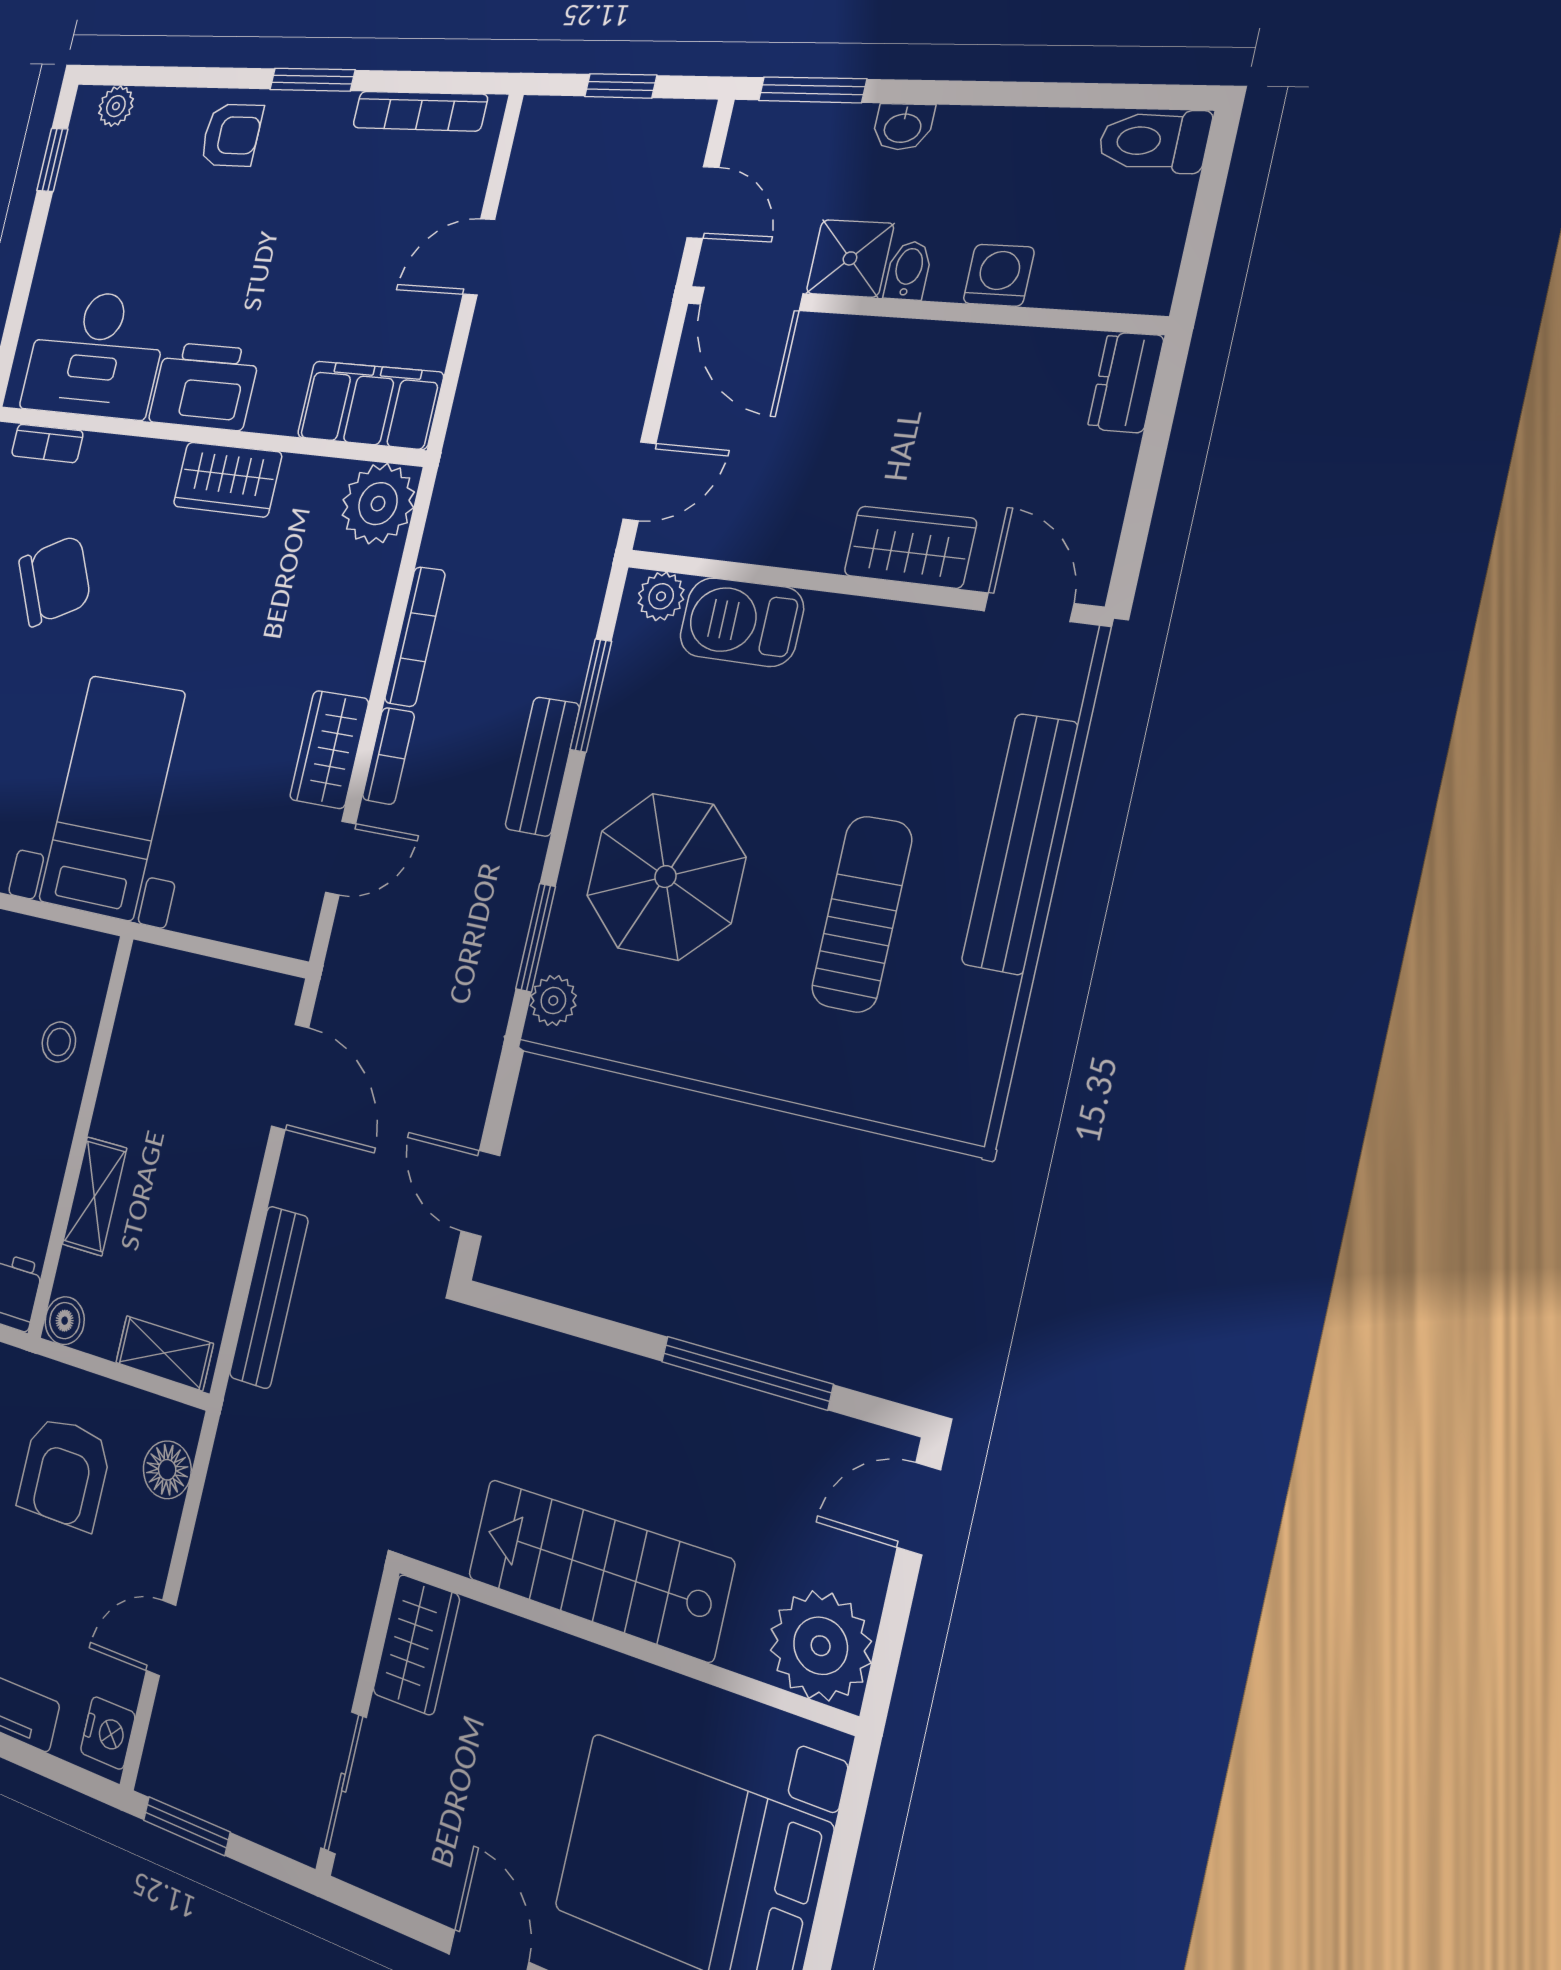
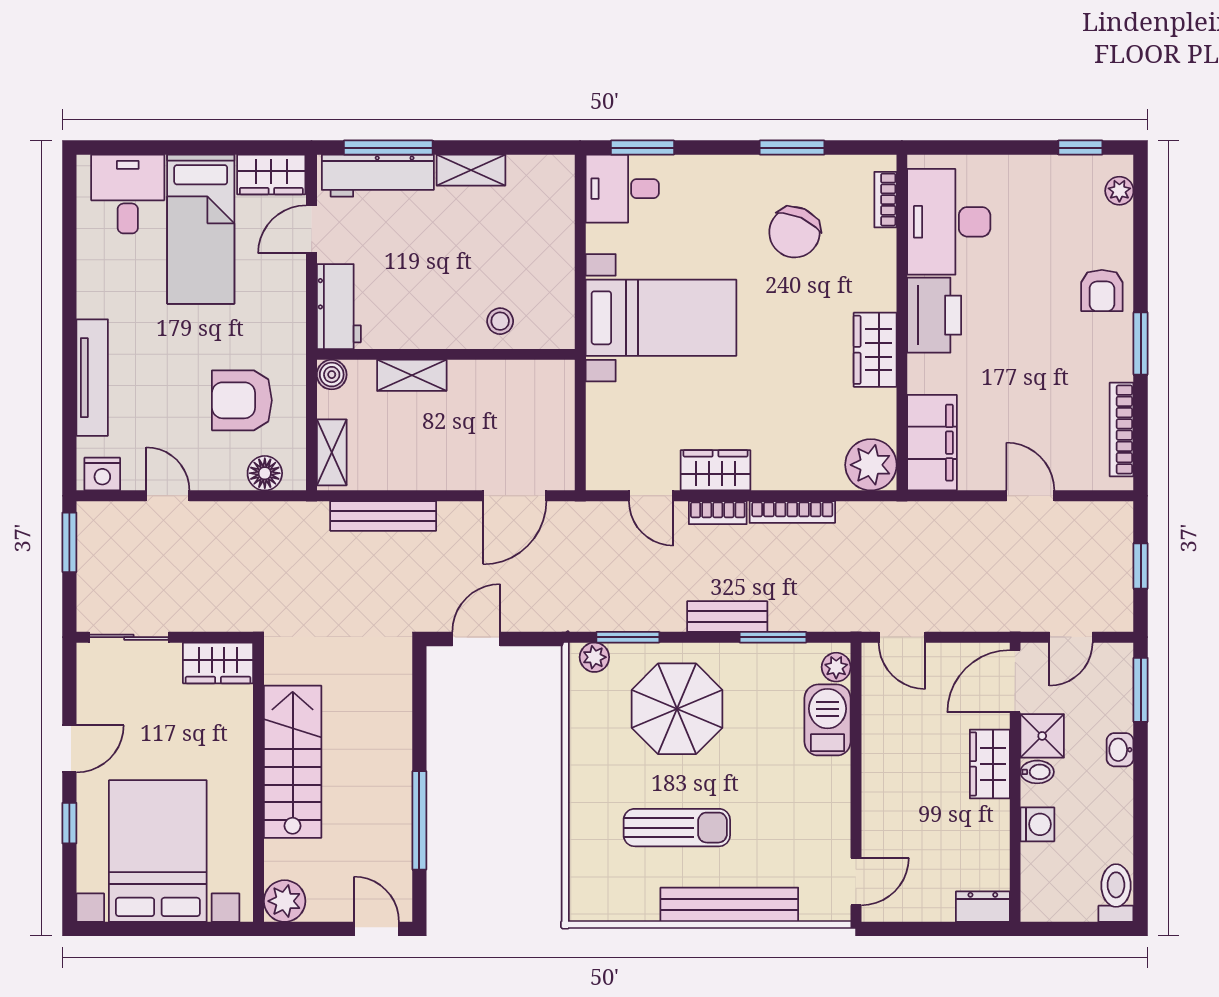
wardrobe: (910, 547) -> (990, 764), moved, turned 180
chair: (55, 581) -> (794, 232), turned 51
plant: (821, 1646) -> (285, 901), width x0.73, depth x0.73

